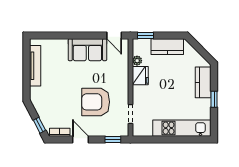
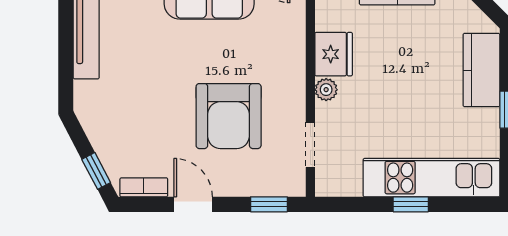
plant: (137, 61) -> (326, 90), moved
armchair: (96, 102) -> (229, 116), turned -90
window: (173, 139) -> (411, 204), added

